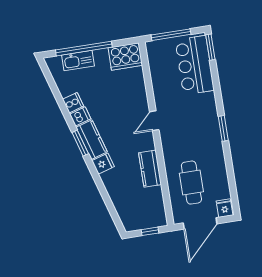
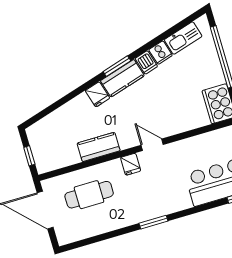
kitchen sink: (78, 61) -> (183, 38), moved, turned -106
fridge: (224, 208) -> (131, 164), moved, turned 90

